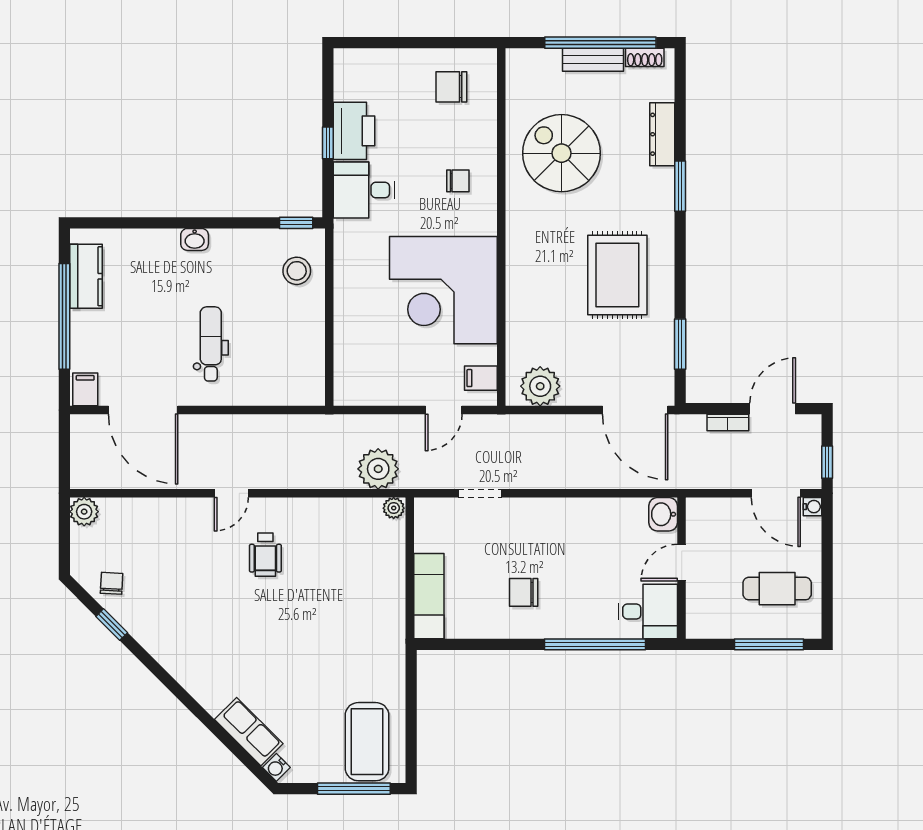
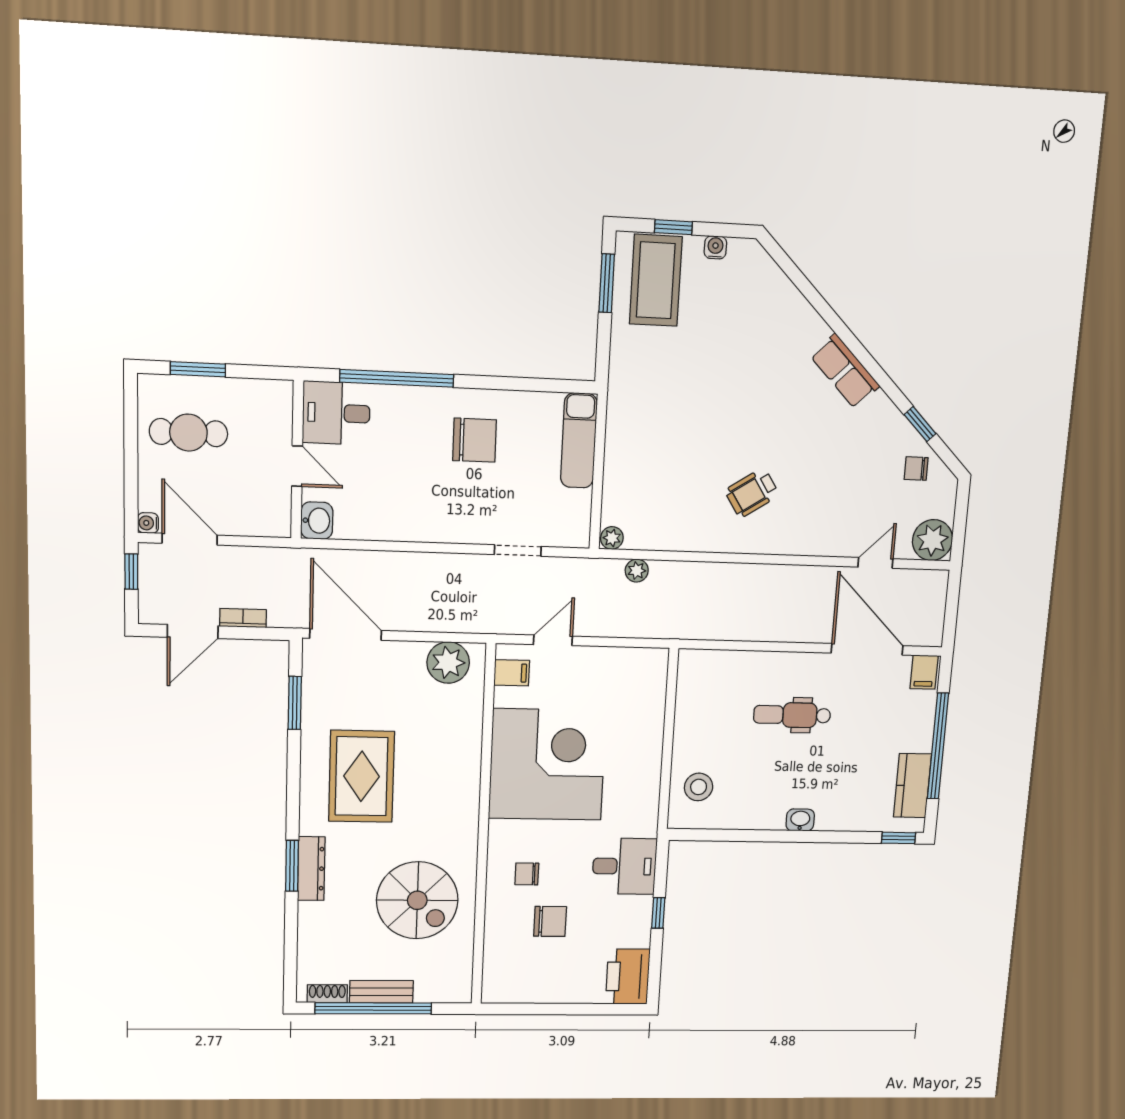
chair: (451, 87) -> (550, 921), moved
printer: (354, 131) -> (628, 976), moved
dresser: (662, 134) -> (311, 869), moved
window: (296, 223) -> (898, 838), moved
dental chair: (211, 344) -> (792, 715), turned 90
plant: (378, 469) -> (637, 571), width x0.53, depth x0.53
door: (231, 493) -> (875, 563), moved
plant: (84, 512) -> (932, 540), width x1.36, depth x1.36
wheelchair: (265, 555) -> (752, 493), turned -123
door: (682, 563) -> (297, 466), hinge flipped
chair: (112, 583) -> (916, 469), turned 87
chair: (524, 592) -> (474, 440), width x1.37, depth x1.37
window: (769, 644) -> (198, 369), width x0.69
row of seats: (249, 732) -> (845, 371), moved
window: (411, 737) -> (607, 283), added
water cooler: (276, 767) -> (715, 247), moved, turned -45
window: (354, 789) -> (673, 227), width x0.46

